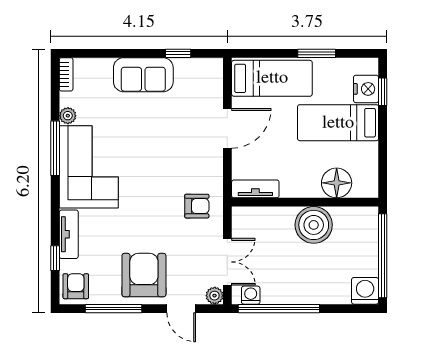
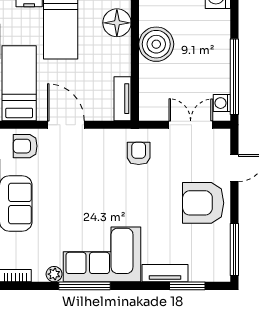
window: (55, 258) -> (187, 286), width x1.50
armchair: (76, 286) -> (25, 146), moved
plant: (215, 296) -> (222, 137), removed
window: (113, 309) -> (234, 250), moved

